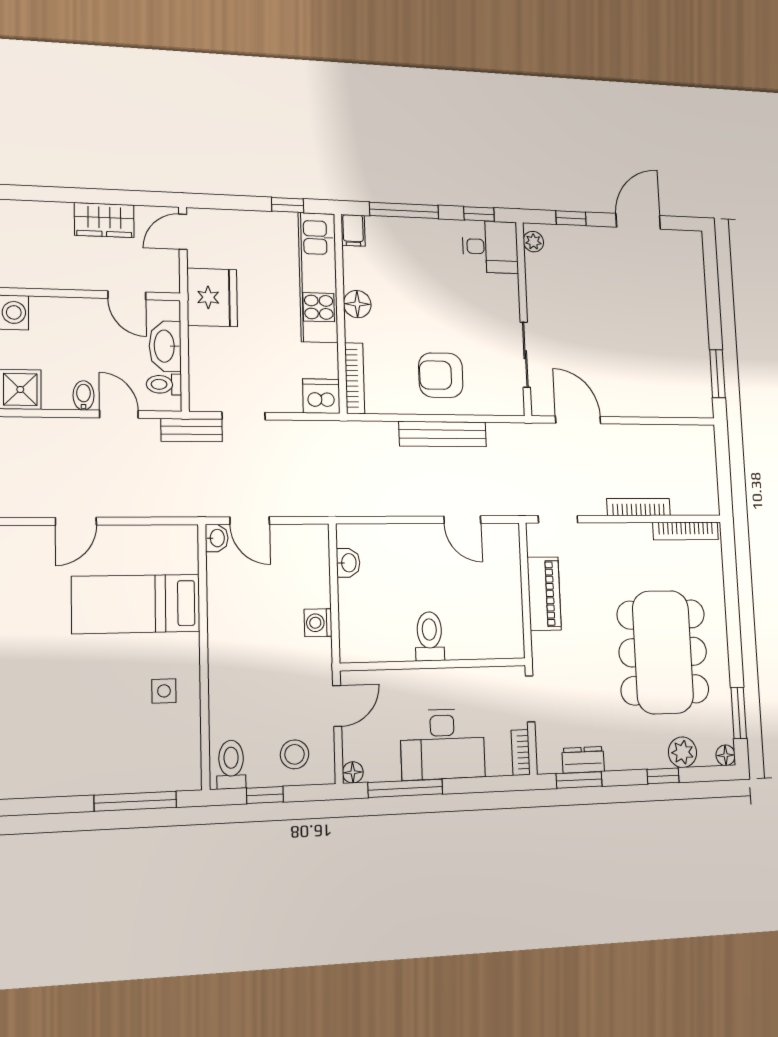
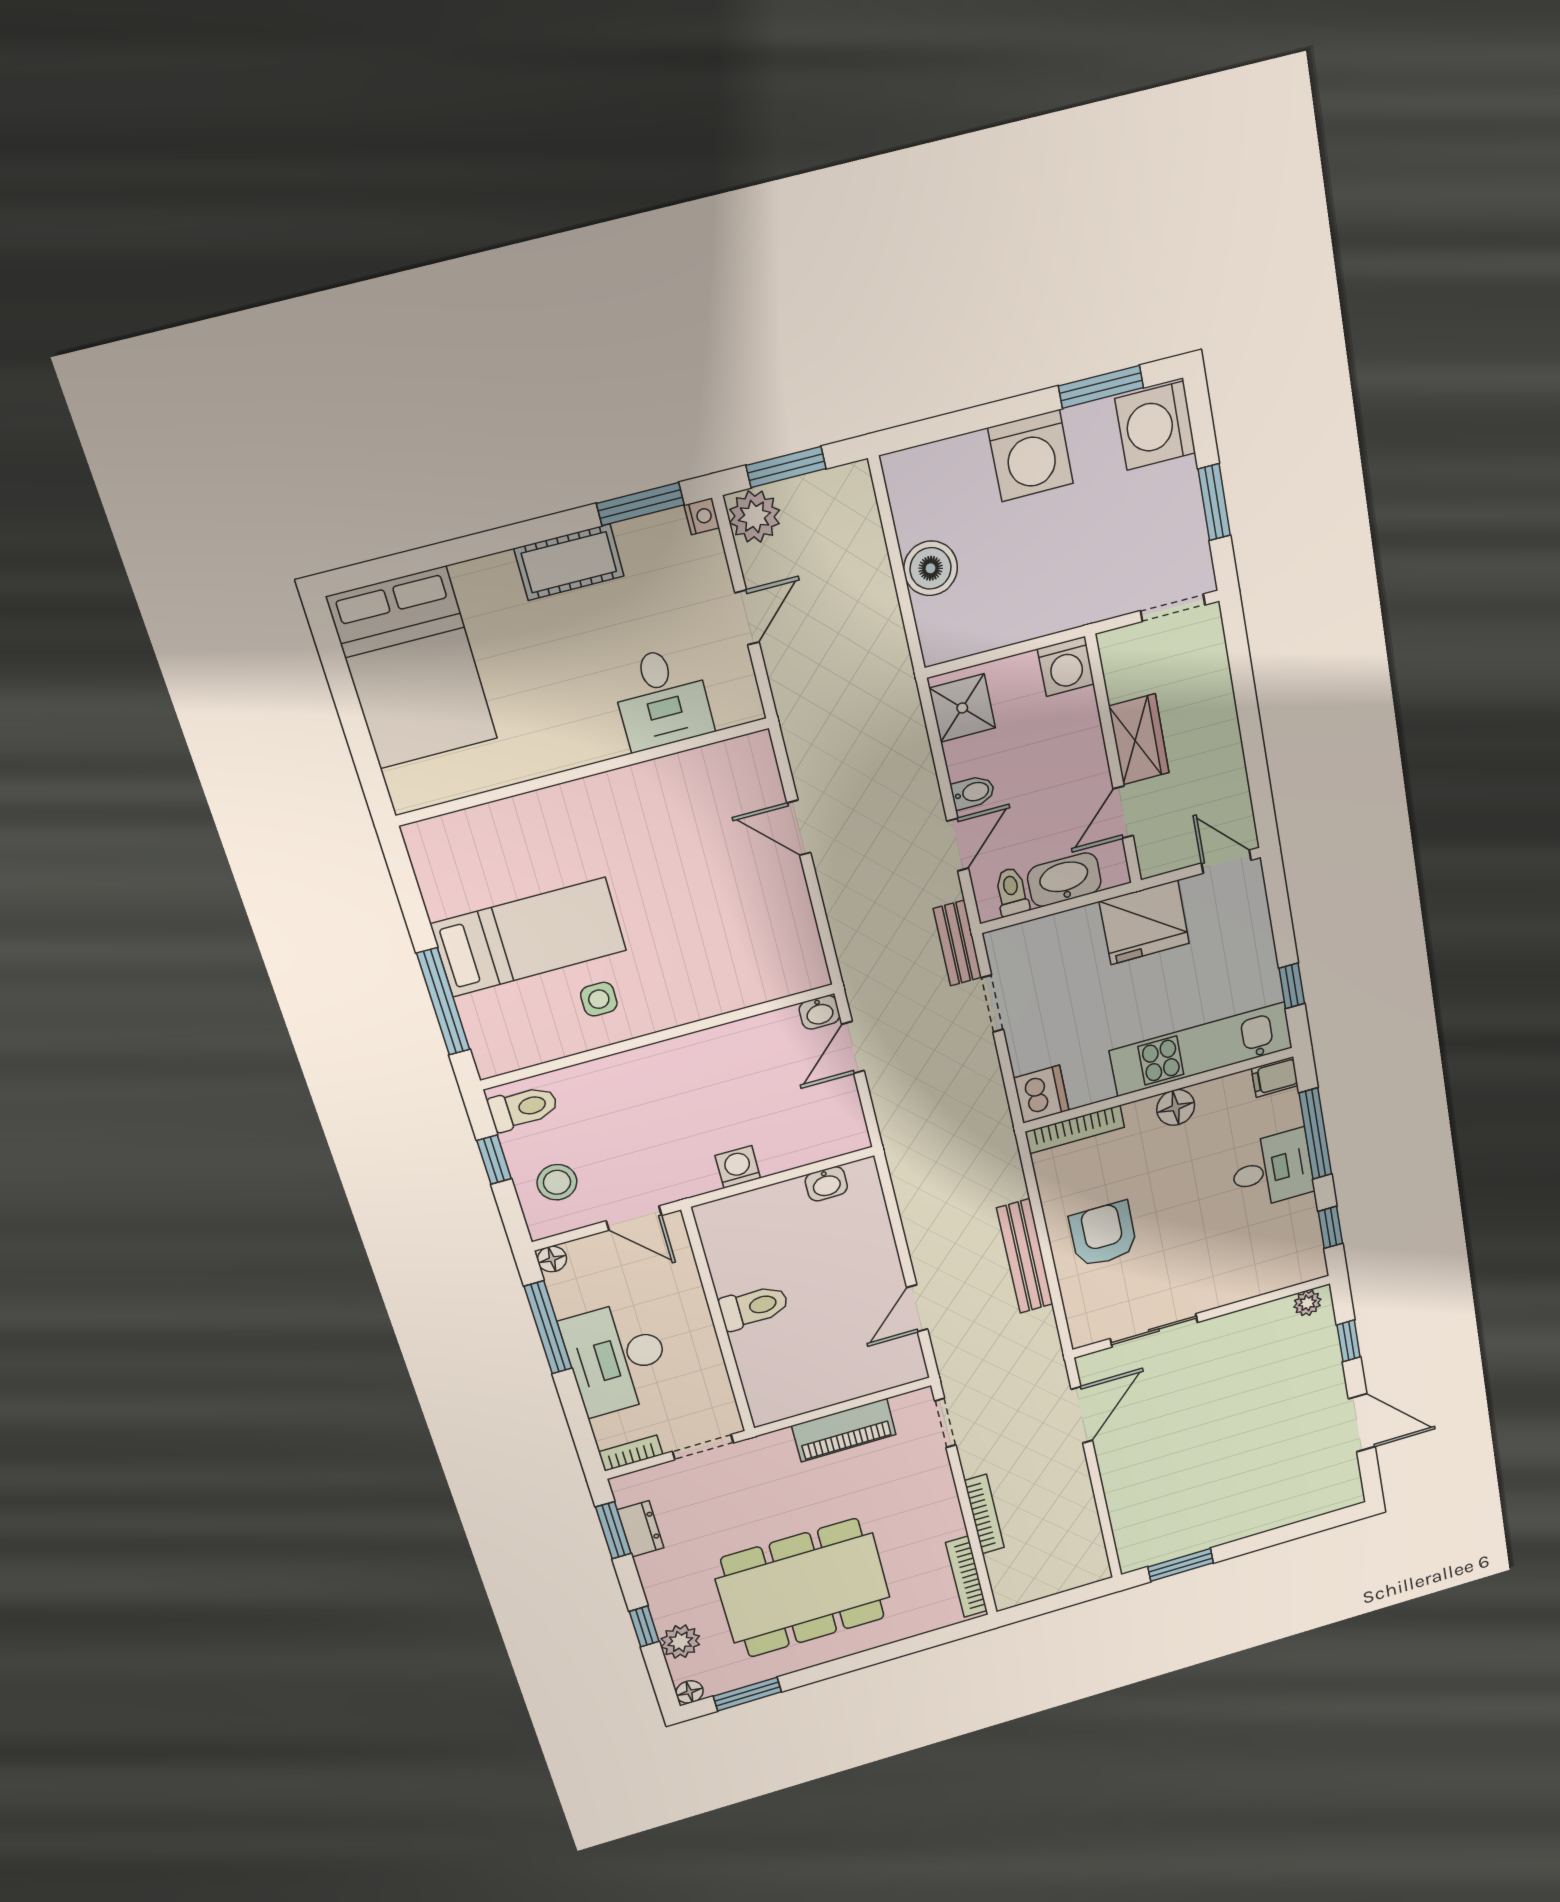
wardrobe: (104, 220) -> (1139, 740), moved, turned 180
desk: (490, 247) -> (1272, 1169), moved, turned -90
bed: (136, 604) -> (529, 937), moved, turned 90

